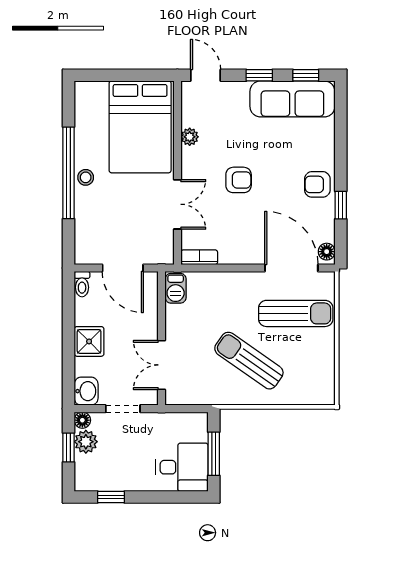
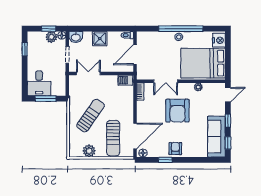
nightstand: (93, 94) -> (219, 40), added
armchair: (239, 180) -> (177, 111), width x1.88, depth x1.88
plant: (322, 363) -> (89, 151), added

